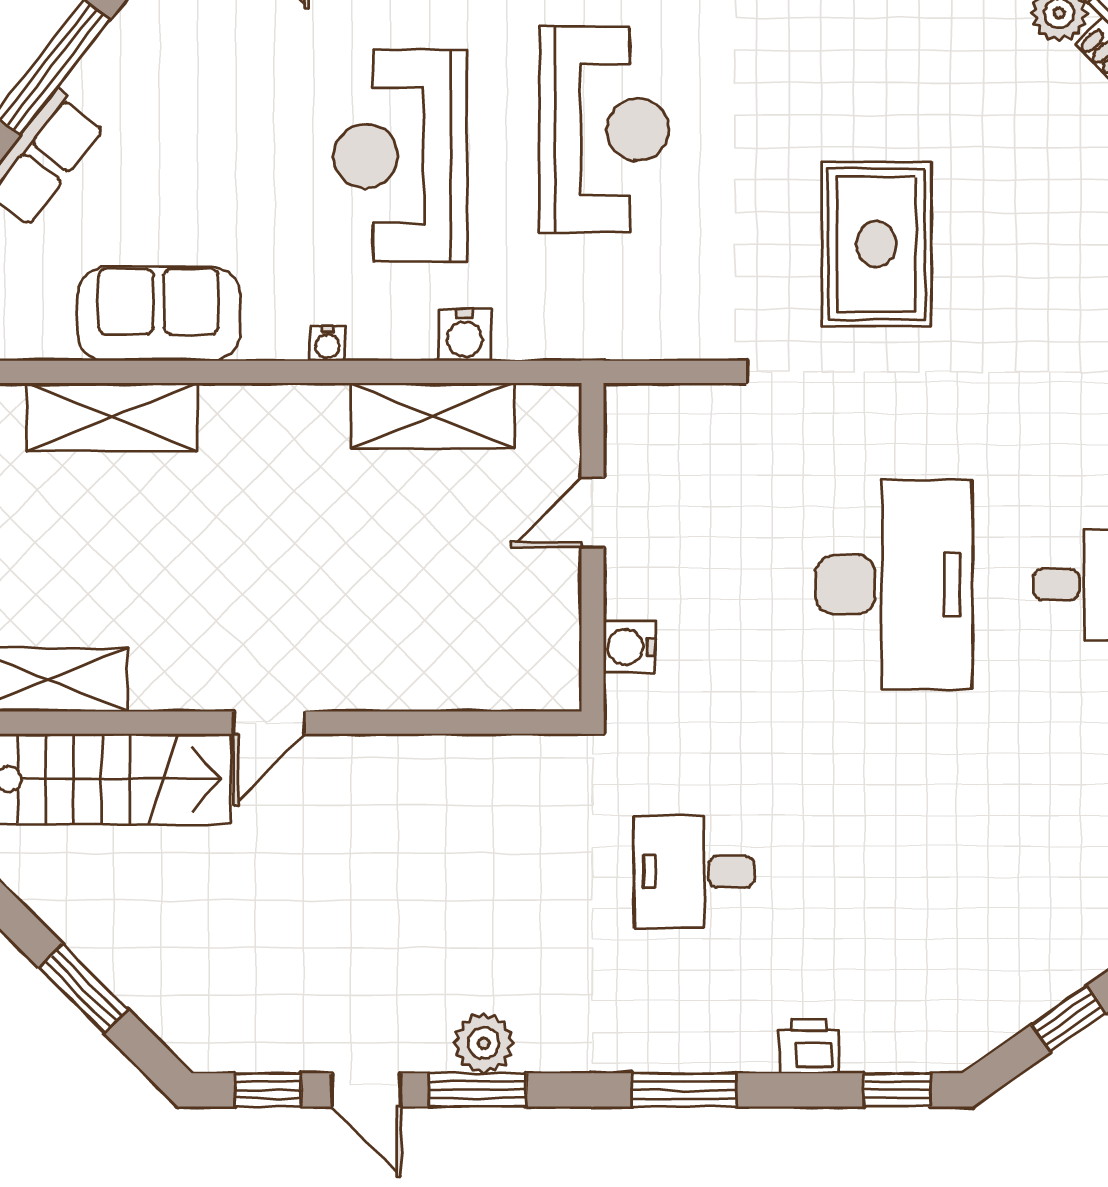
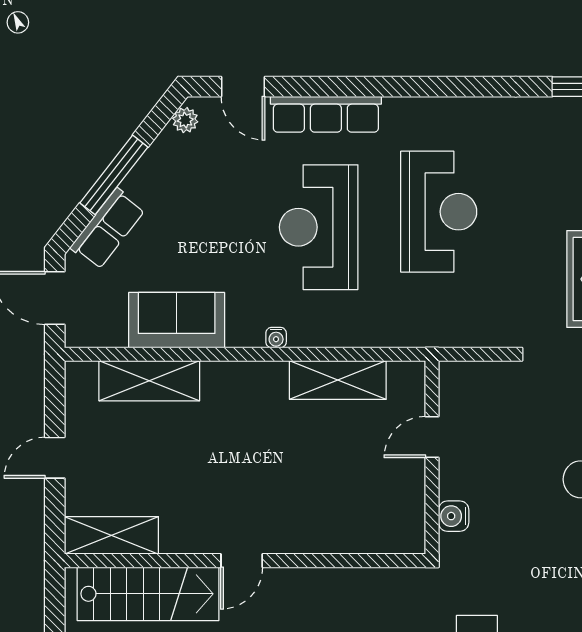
water cooler: (465, 335) -> (357, 333), removed

